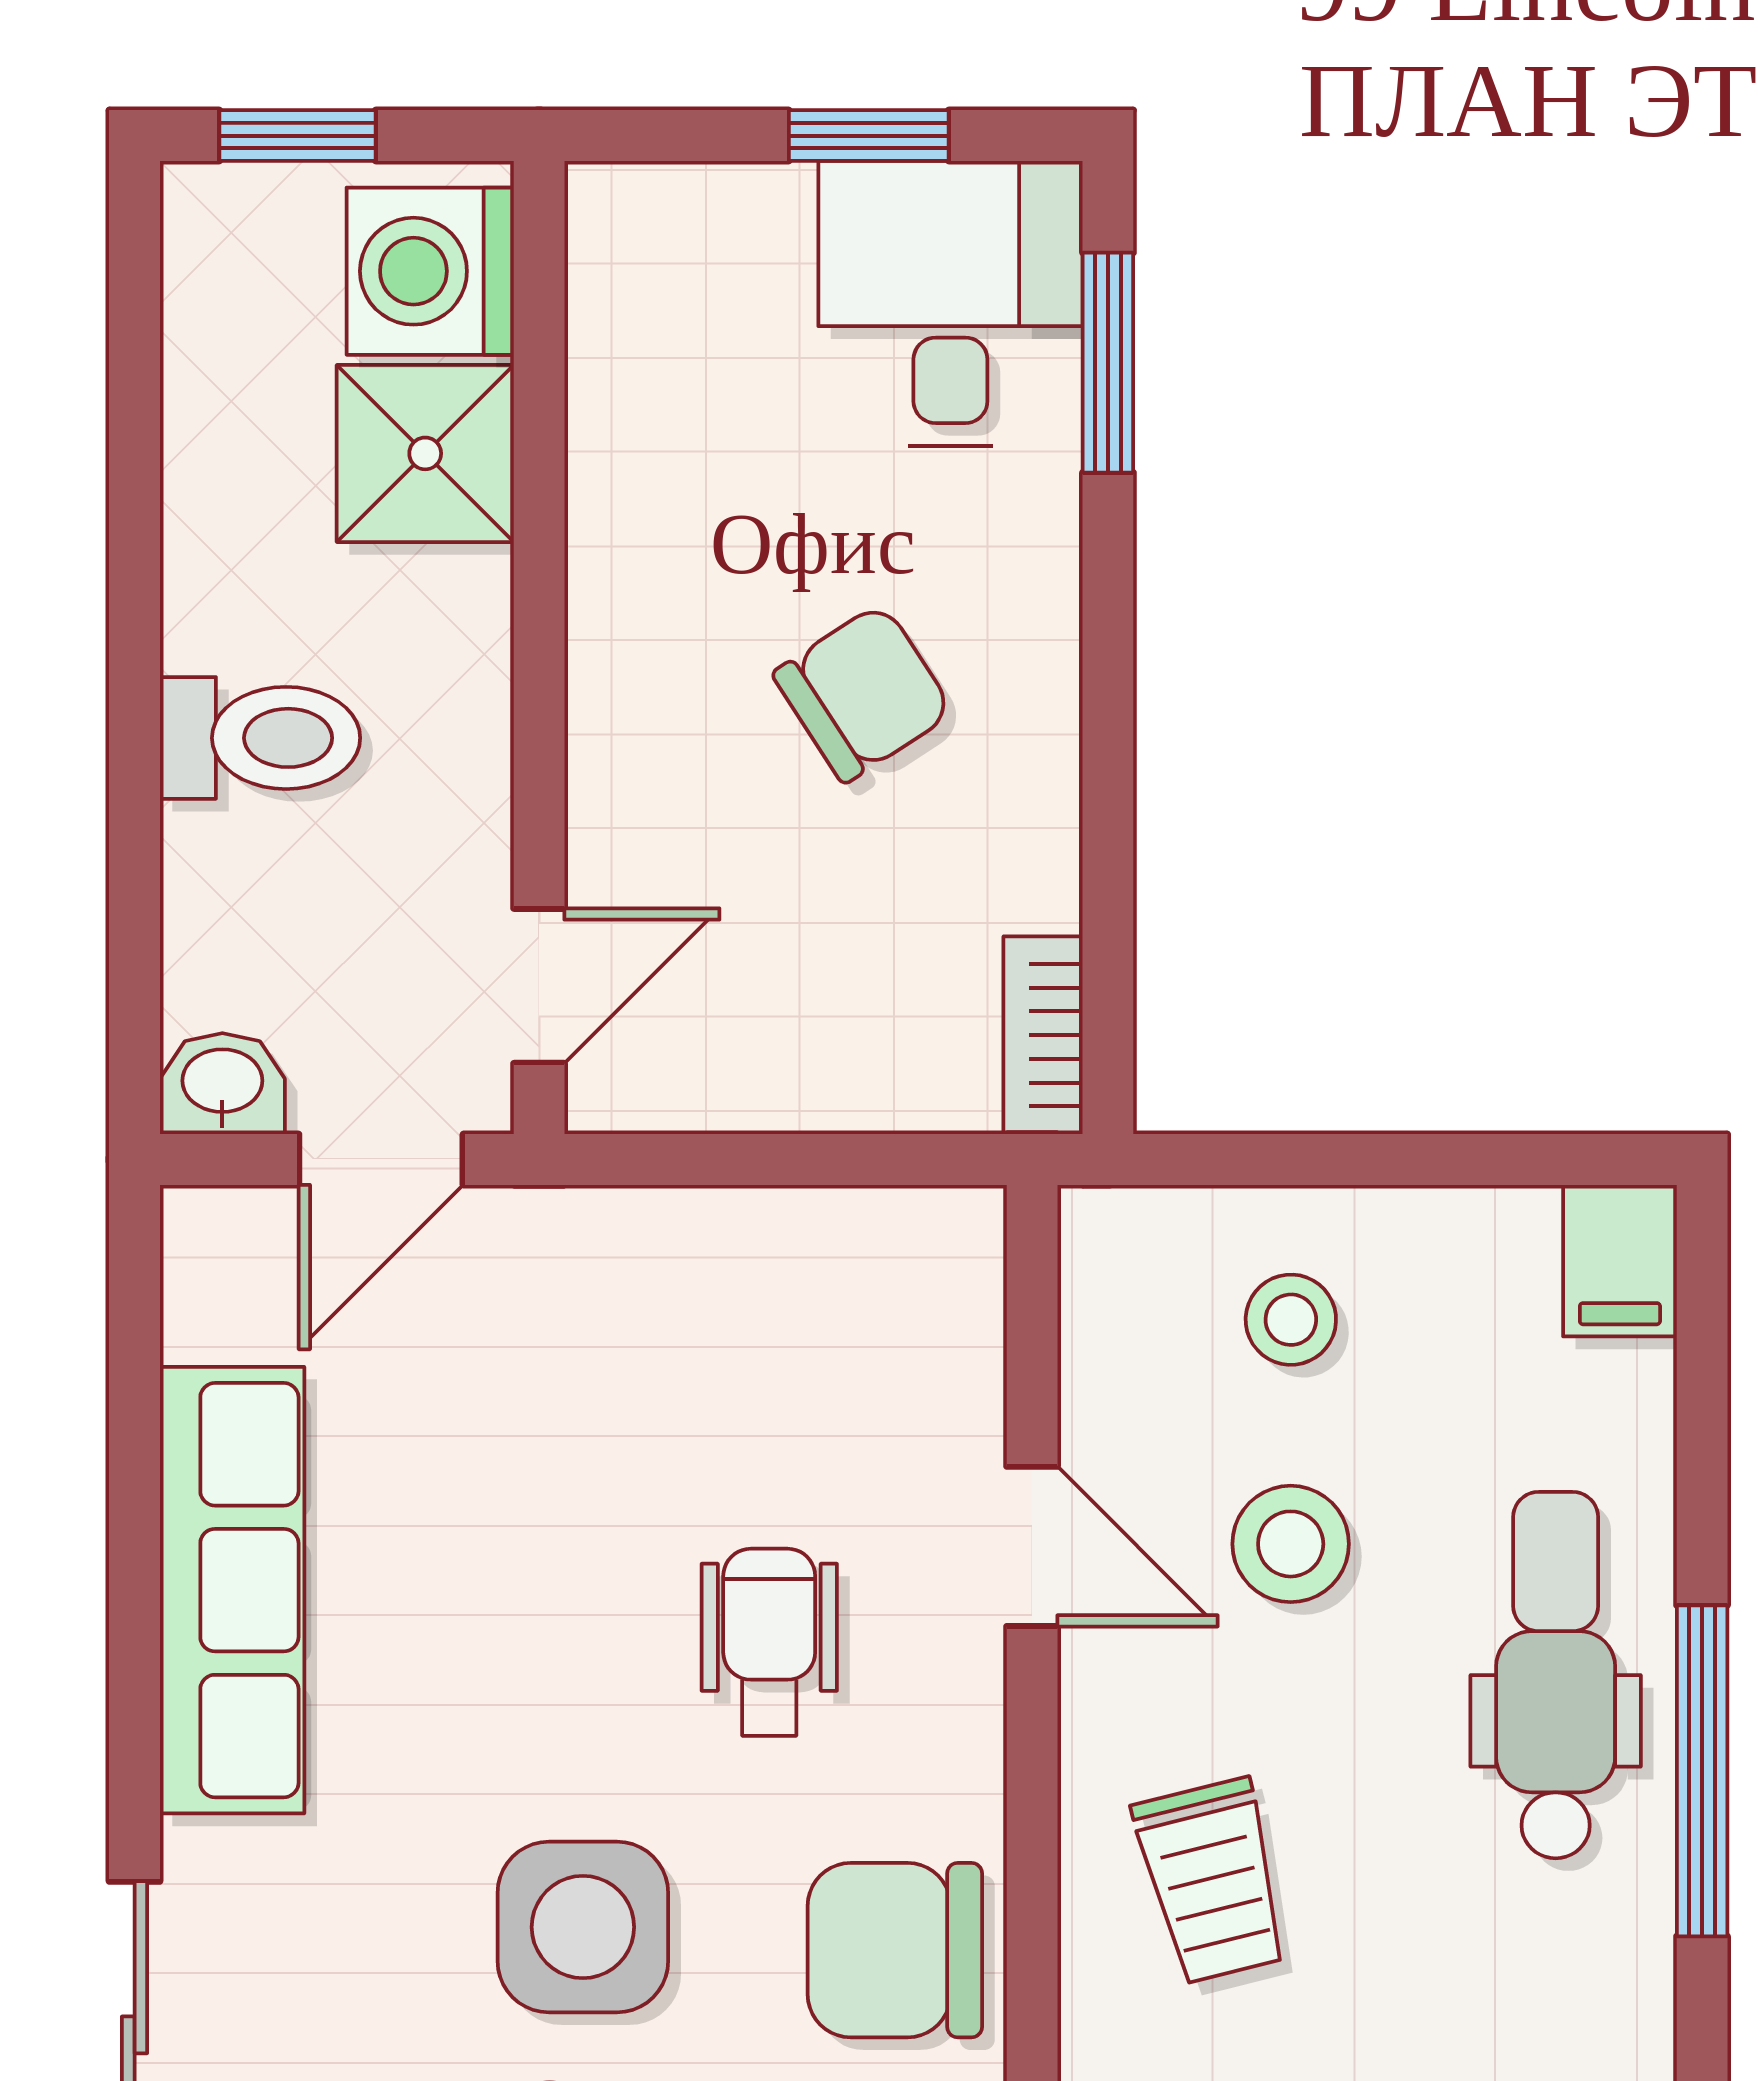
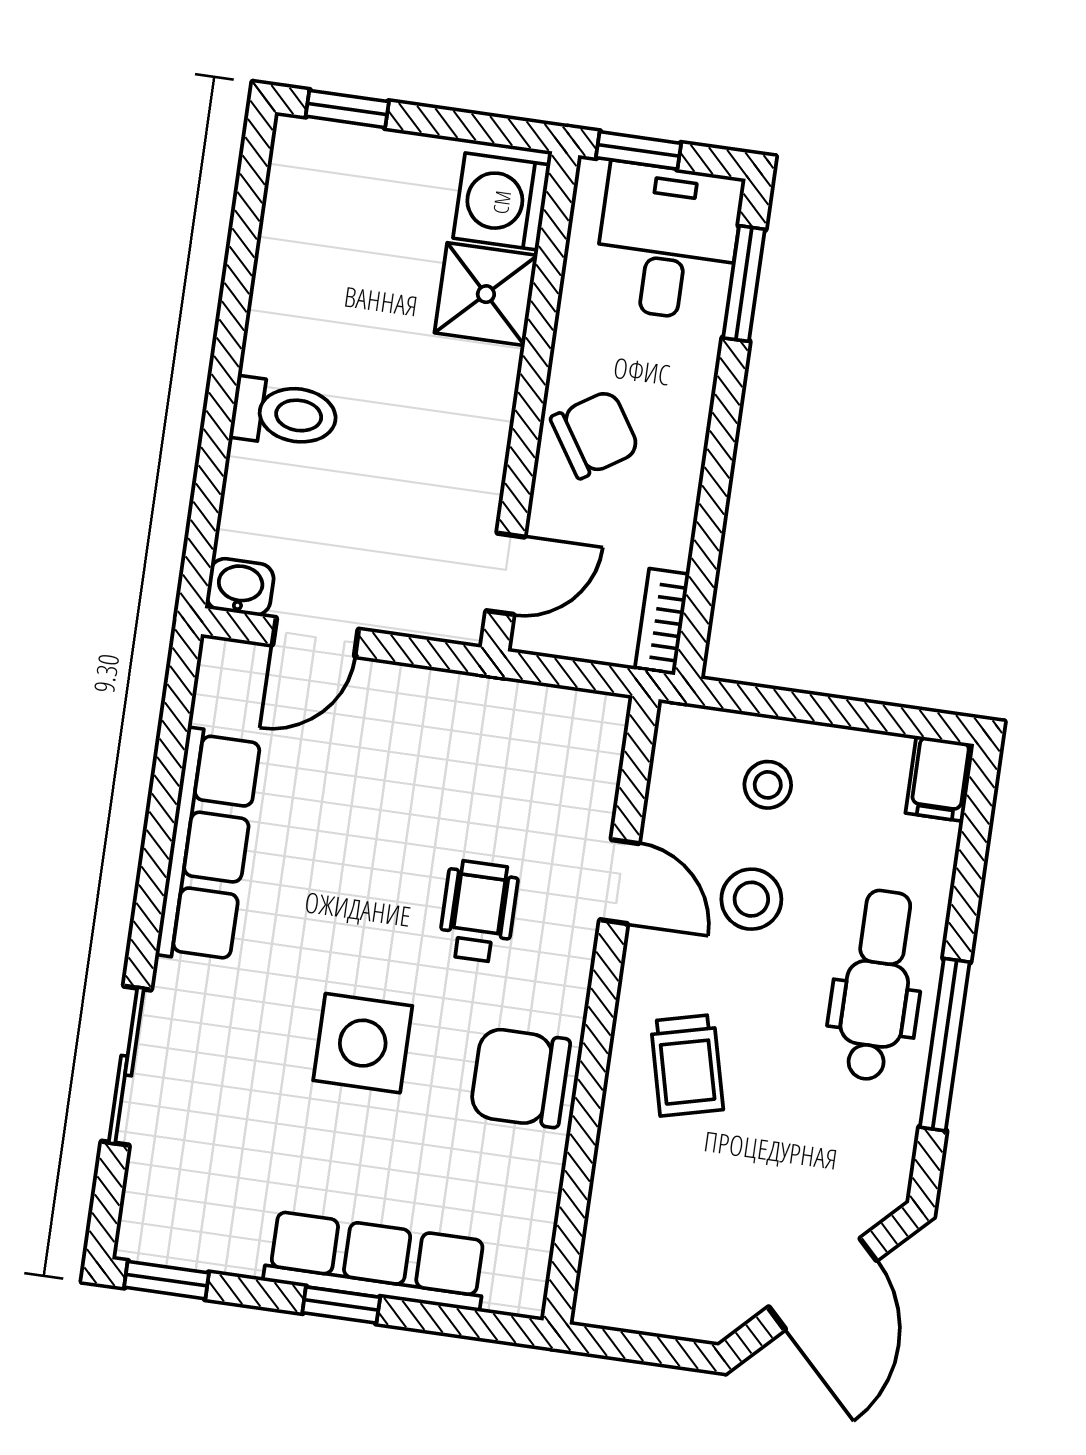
washing machine: (430, 271) -> (502, 202), moved
shower: (425, 453) -> (486, 294), moved
wall: (539, 648) -> (530, 401), moved
door: (539, 986) -> (505, 574), moved

